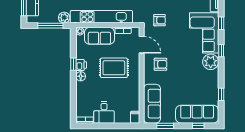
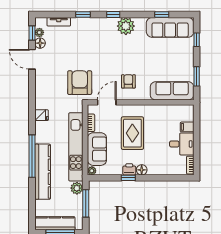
armchair: (159, 20) -> (80, 83), width x1.88, depth x1.88
corner sofa: (204, 33) -> (94, 33), removed
sofa: (197, 114) -> (170, 27), moved, turned -90
filing cabinet: (135, 117) -> (187, 127), moved

